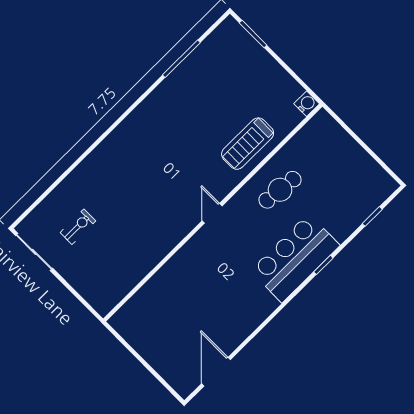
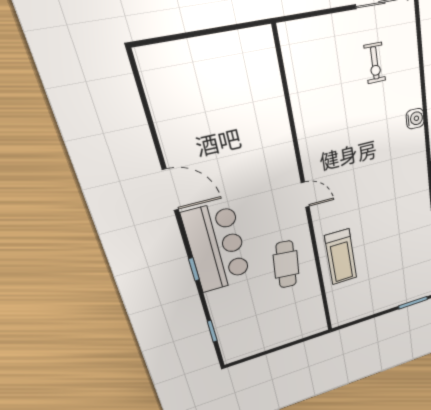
water cooler: (307, 104) -> (415, 119), moved, turned -90
treadmill: (248, 144) -> (341, 257), turned 180
door: (216, 372) -> (170, 190), moved

